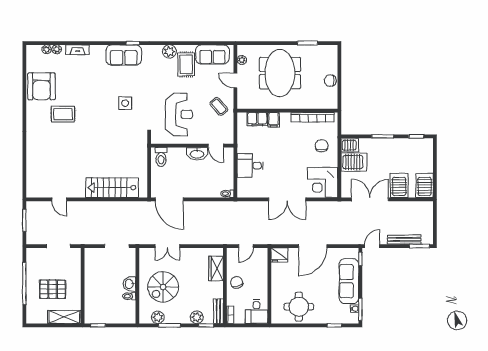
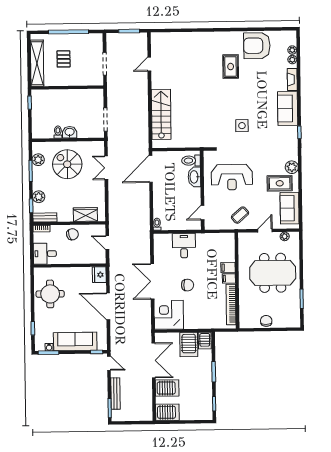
sofa: (124, 55) -> (288, 109), moved
filing cabinet: (257, 119) -> (229, 278), moved, width x0.50
chair: (322, 146) -> (188, 285), moved
washbasin: (197, 154) -> (194, 177), moved
pallet: (53, 289) -> (64, 59), width x0.67, depth x0.71
shelving: (64, 317) -> (37, 63), width x1.47

